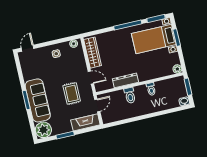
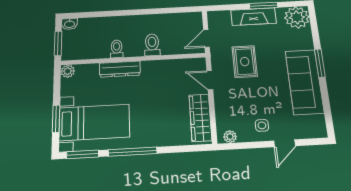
door: (27, 48) -> (285, 143), moved
dresser: (125, 80) -> (120, 69), moved
sofa: (38, 100) -> (304, 82), moved
fireplace: (85, 122) -> (254, 17), moved

